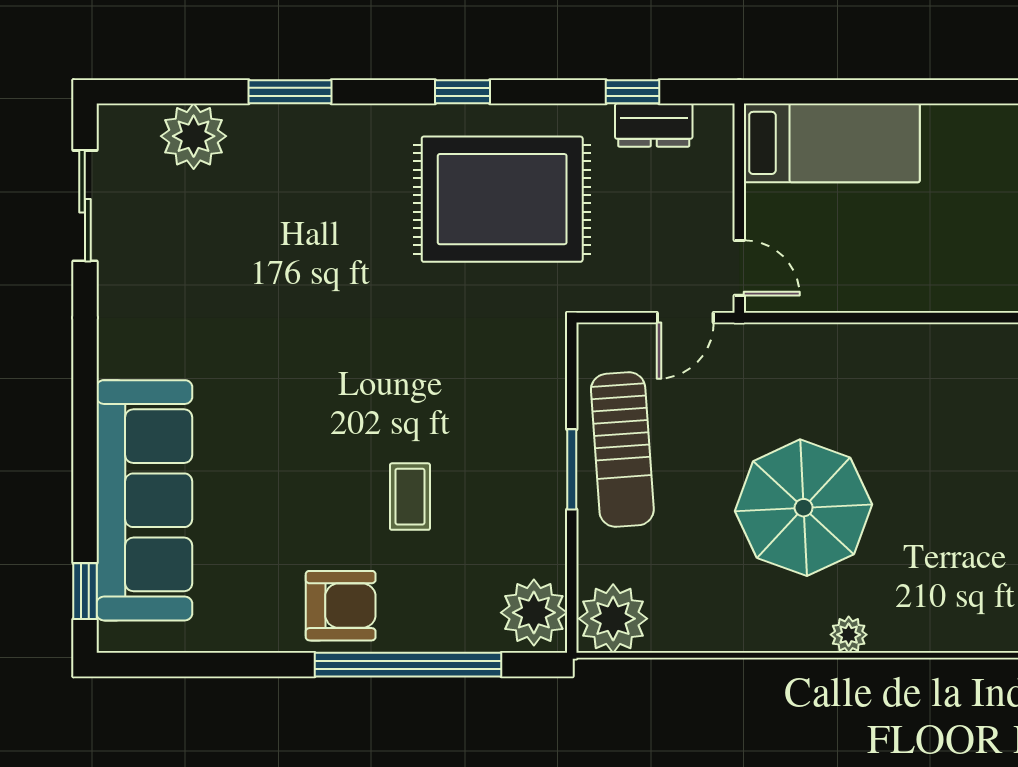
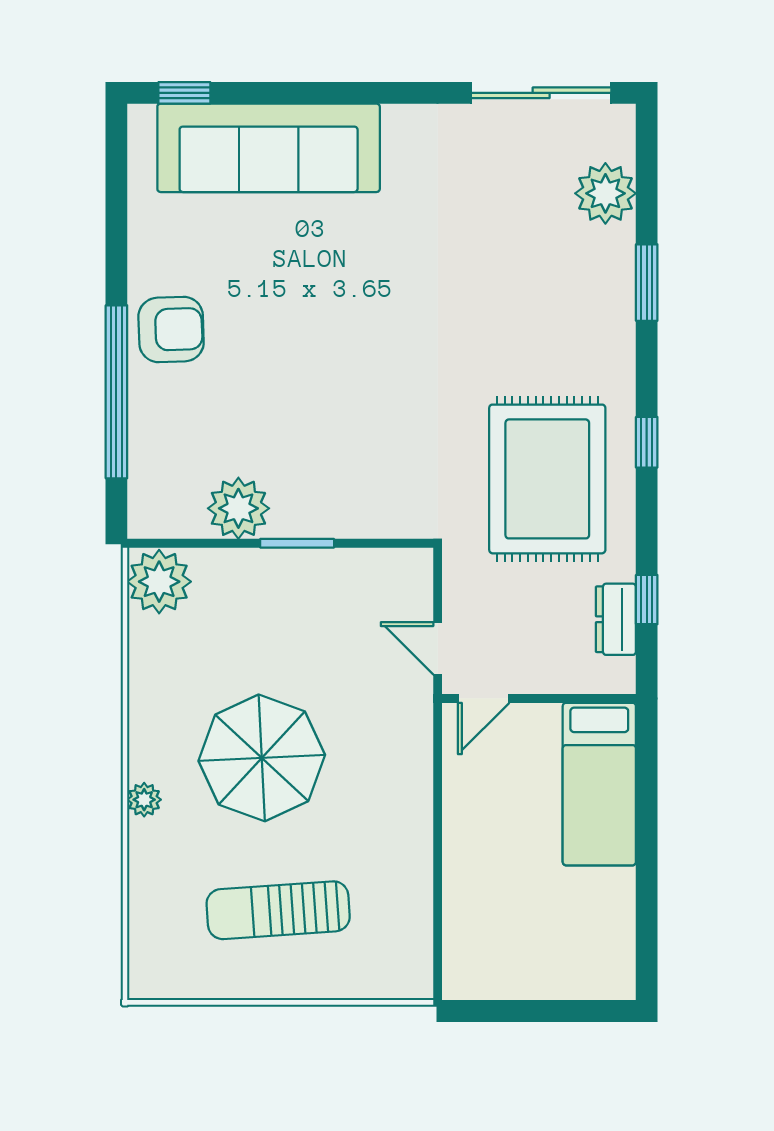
sliding door: (85, 206) -> (541, 93), width x1.37
sun lounger: (622, 450) -> (278, 910), moved
coffee table: (410, 497) -> (272, 394), removed
armchair: (341, 606) -> (171, 329), turned -92
plant: (534, 613) -> (238, 508), moved

